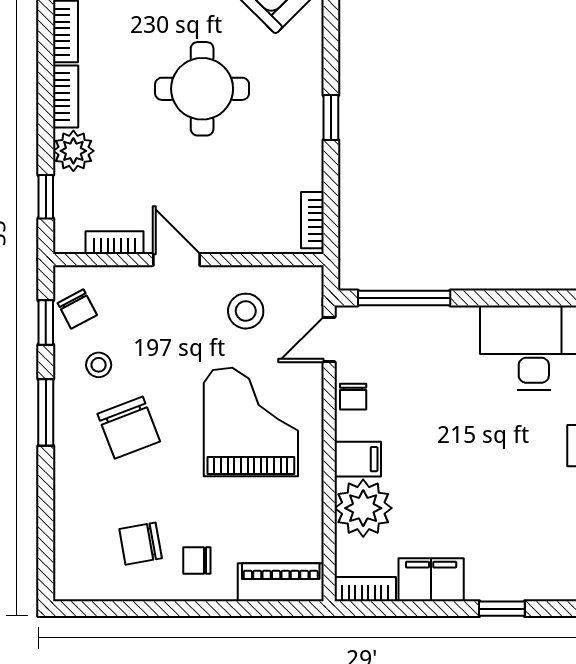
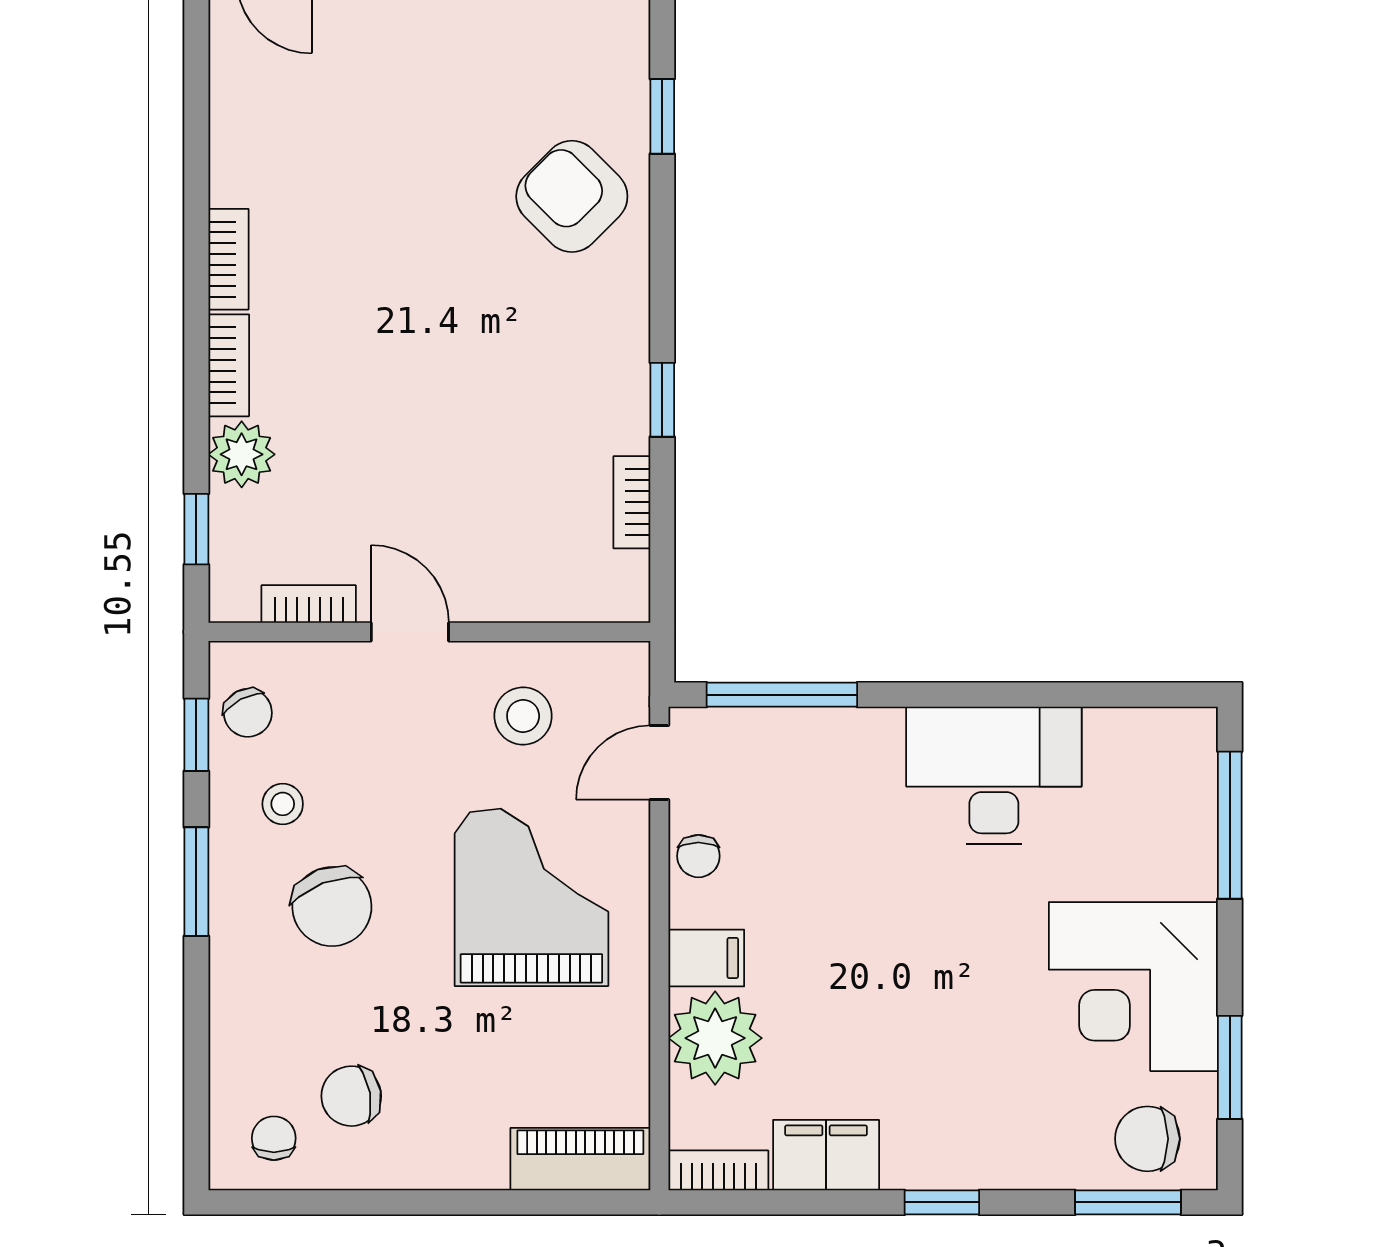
round table: (202, 89) -> (452, 353), removed
bookcase: (312, 220) -> (632, 502), moved
chair: (197, 560) -> (274, 1138), moved, turned 90

